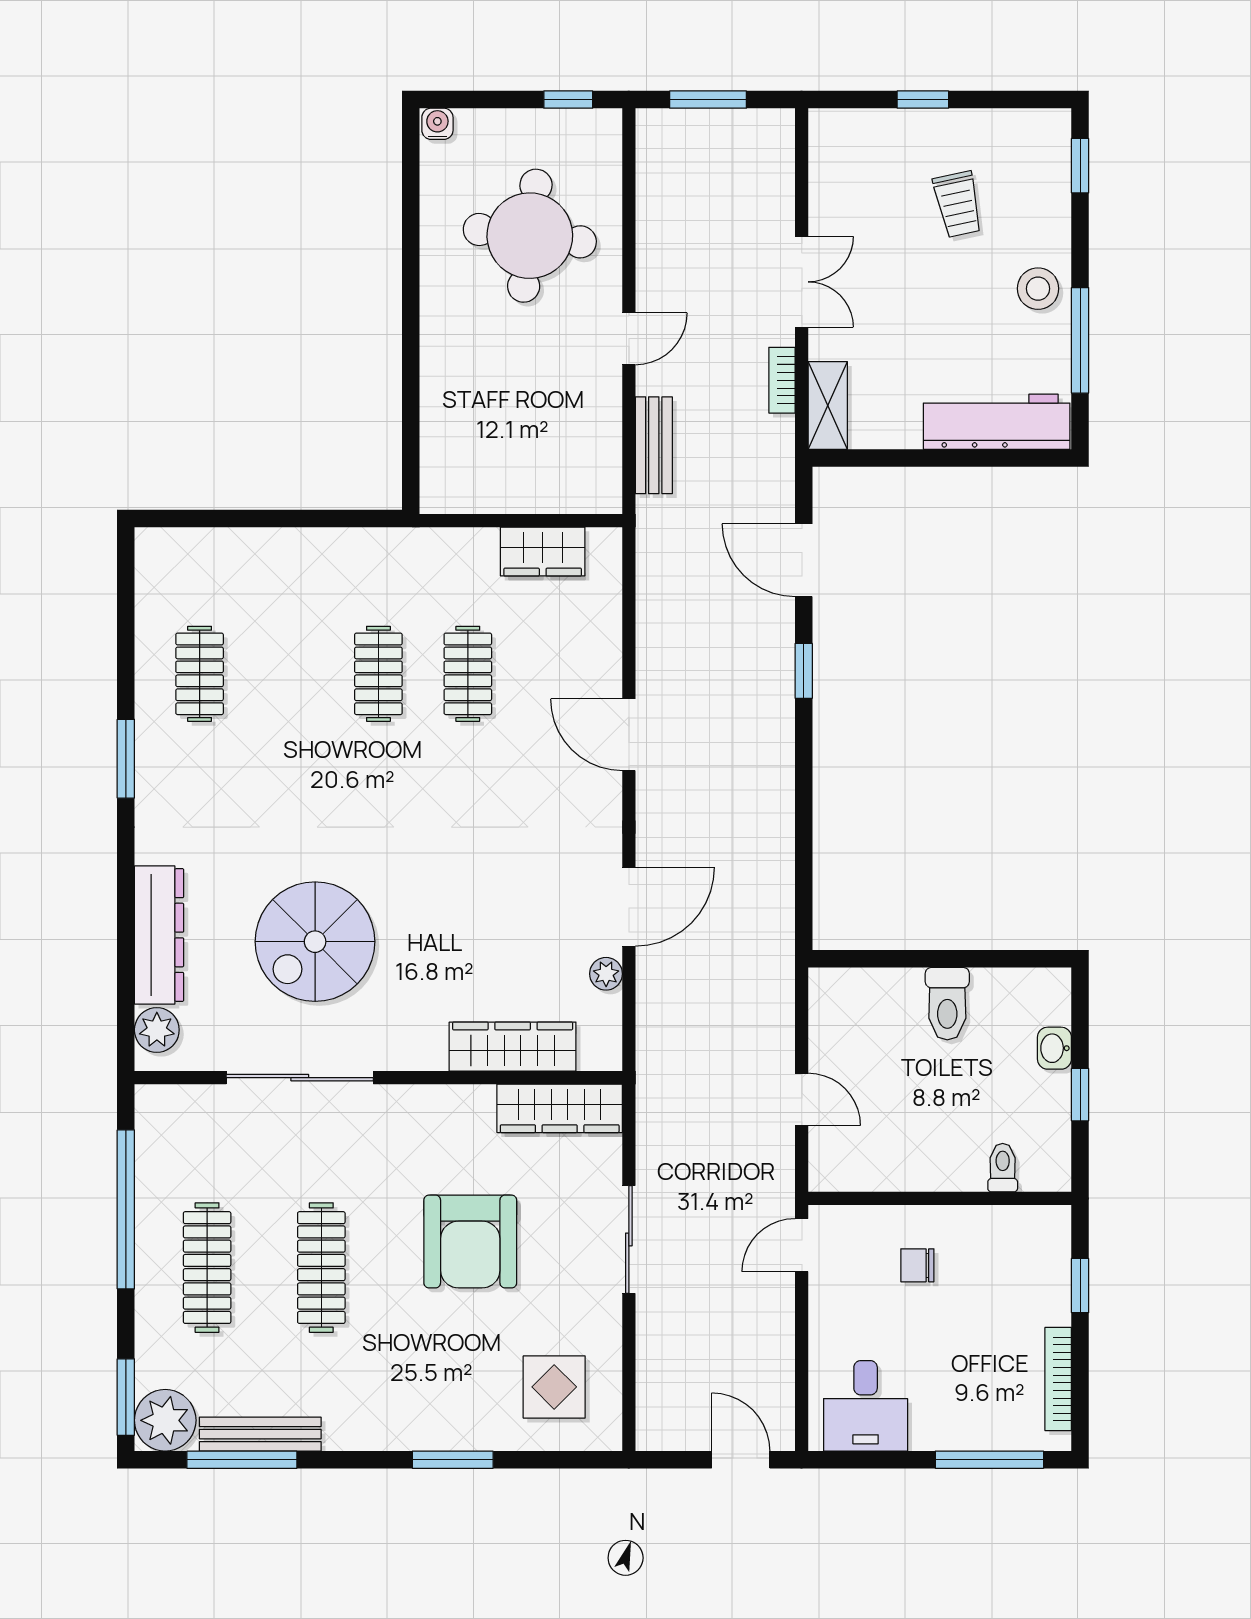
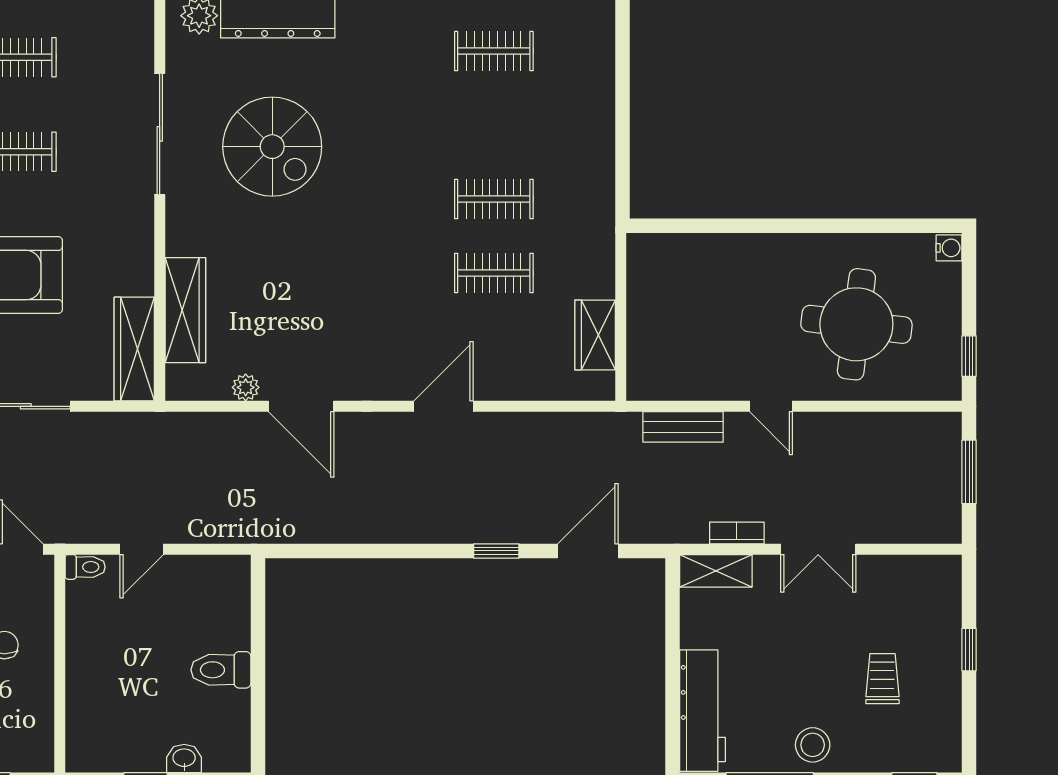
trolley: (958, 204) -> (882, 679), turned 102
spiral stairs: (315, 942) -> (272, 147), turned 180
toilet: (1003, 1168) -> (85, 567), moved

